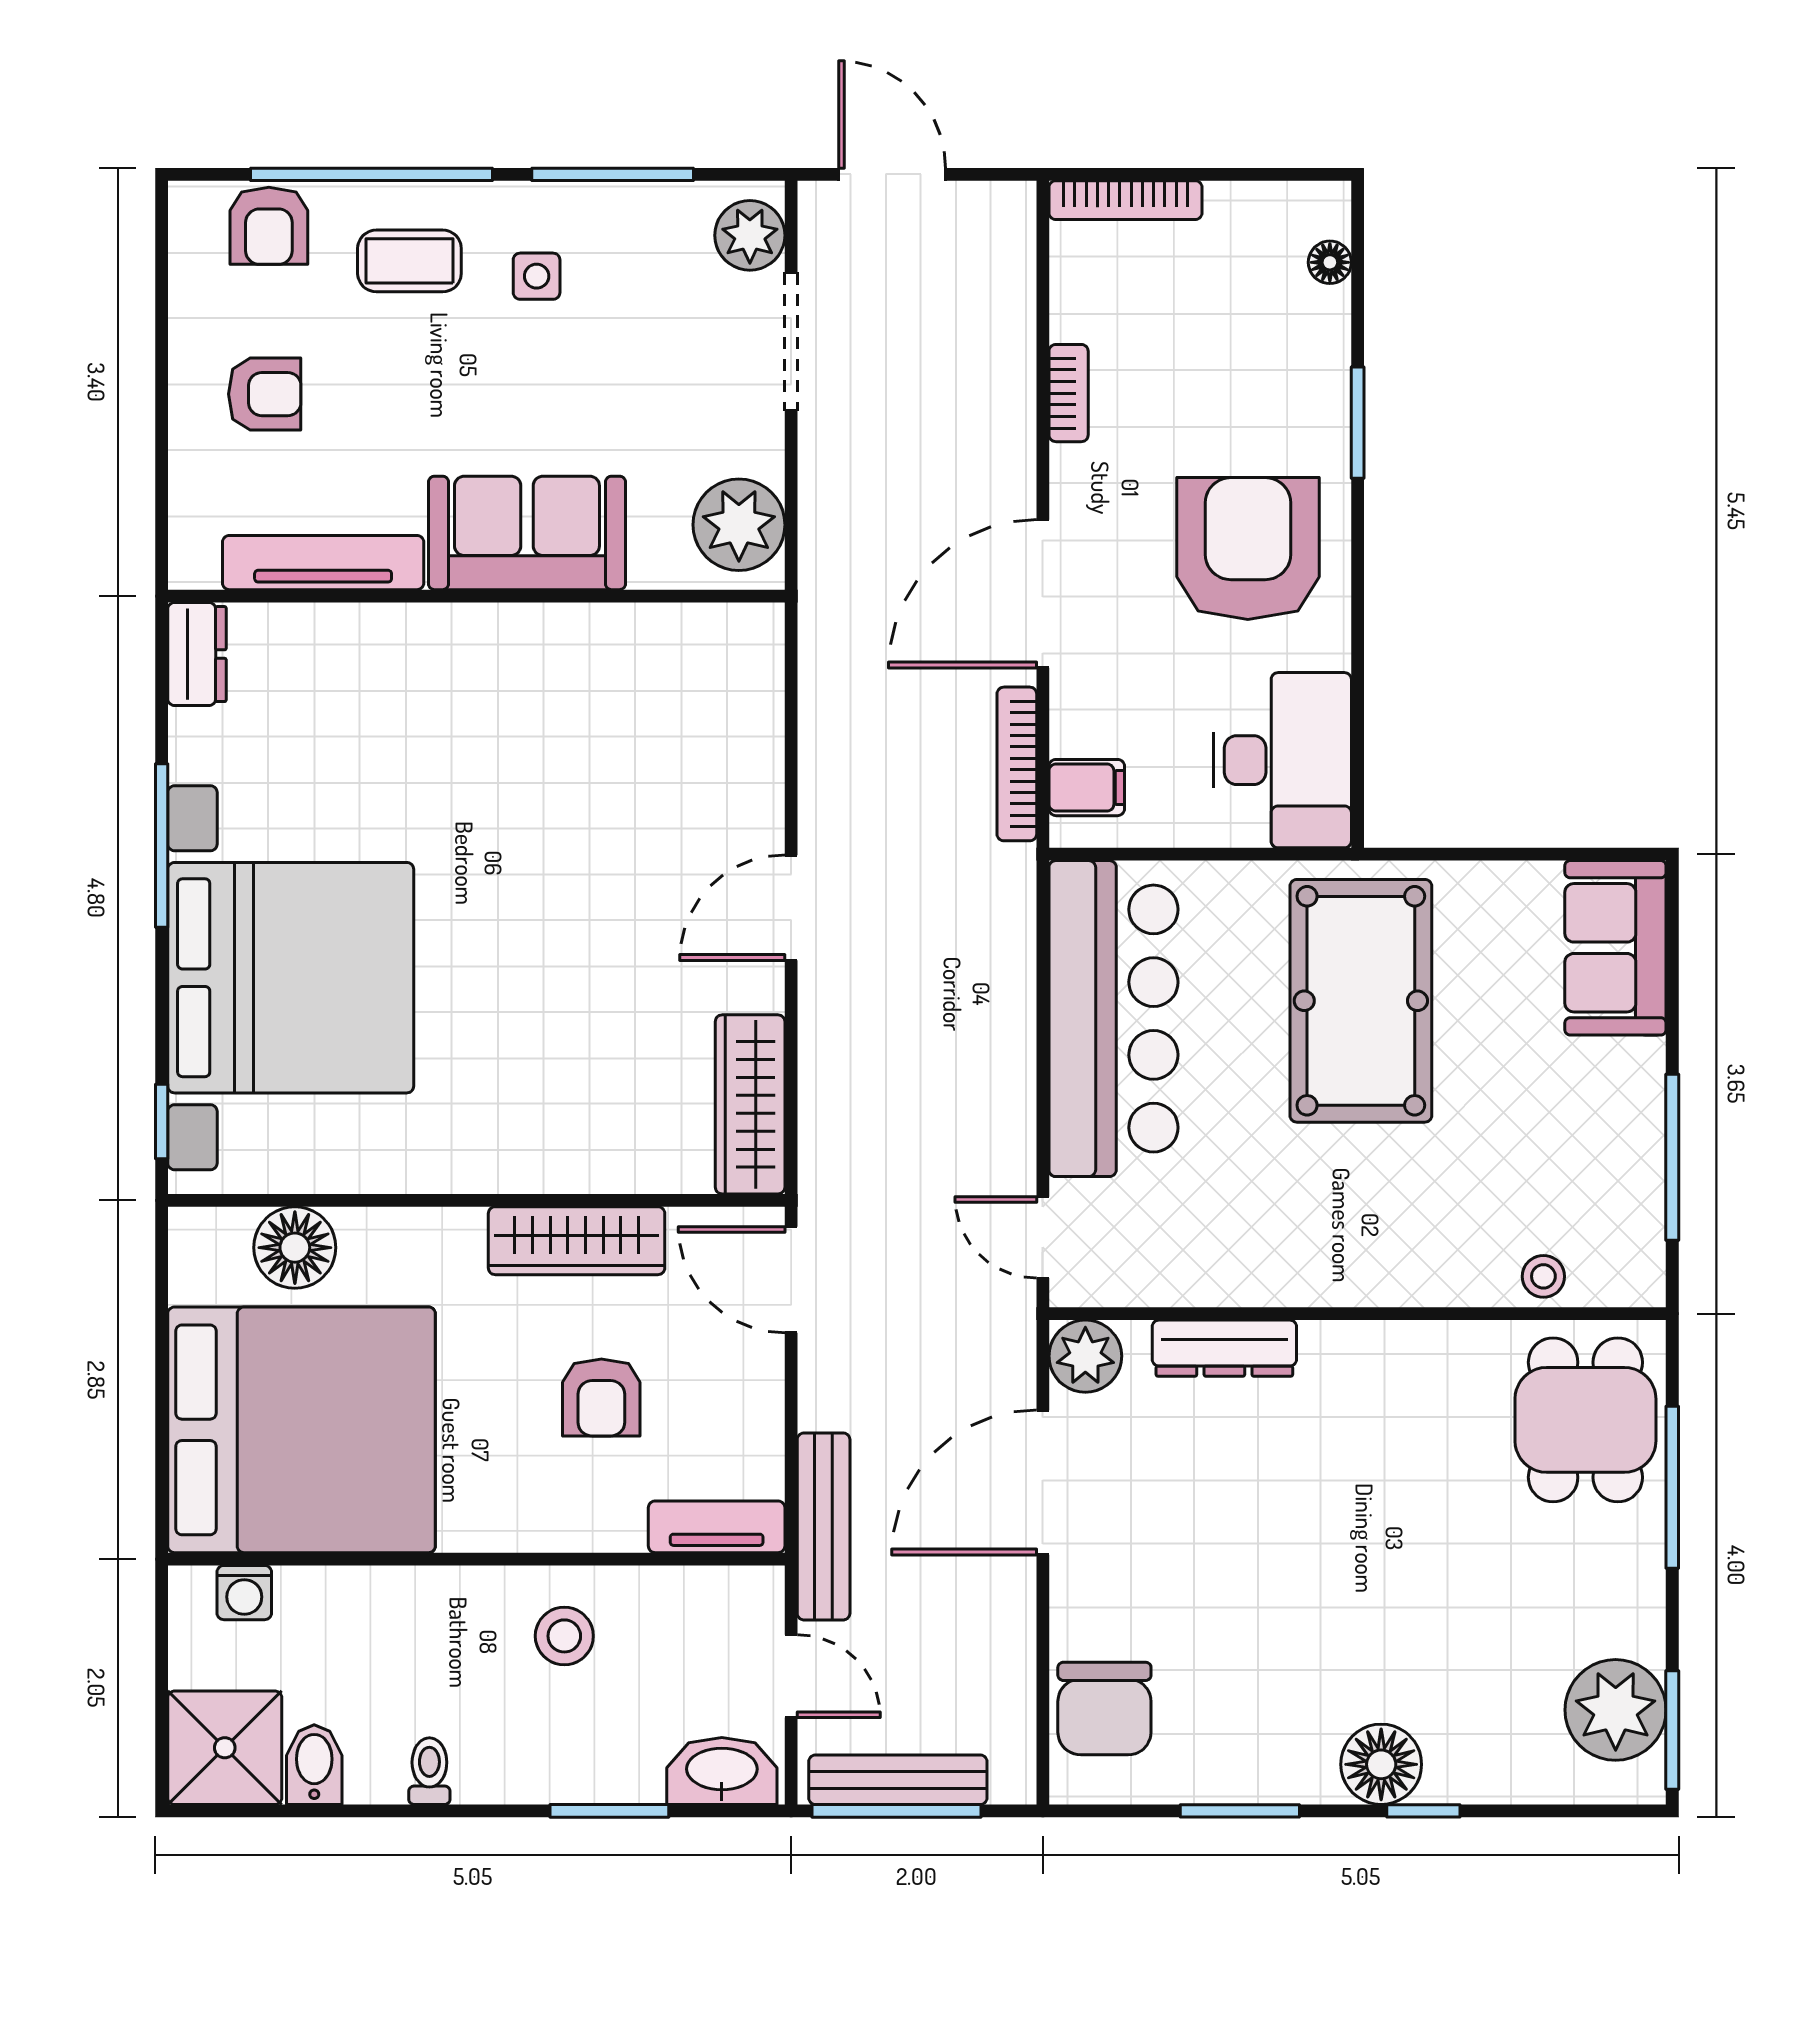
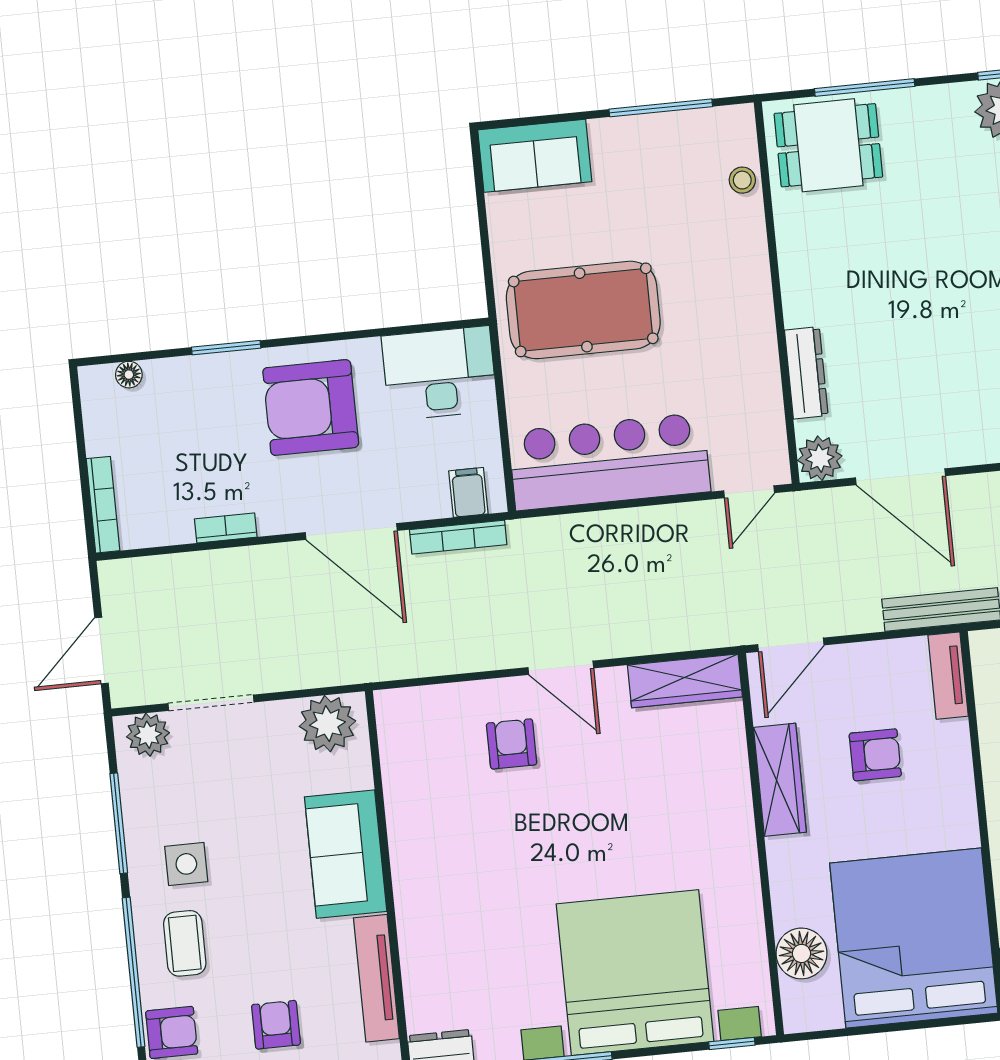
side table: (537, 276) -> (186, 864), width x1.37, depth x1.37
armchair: (677, 816) -> (512, 744), added

